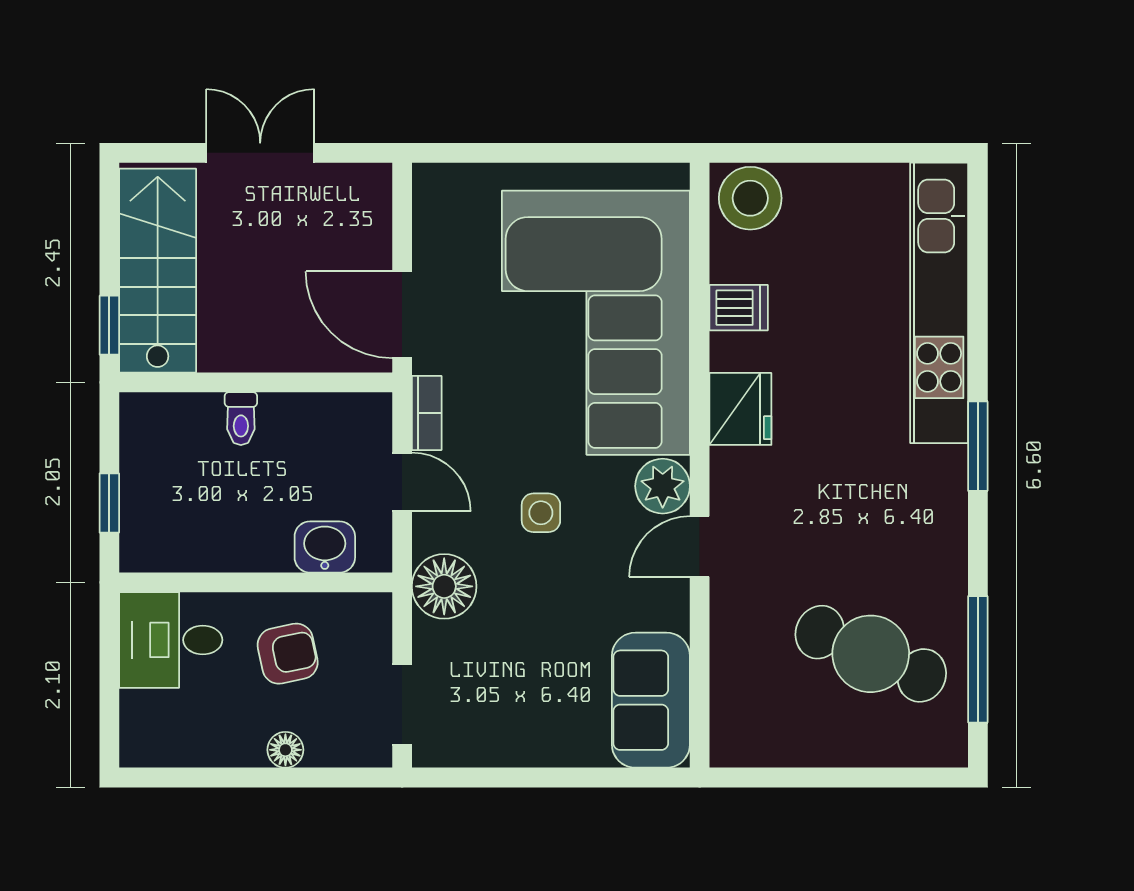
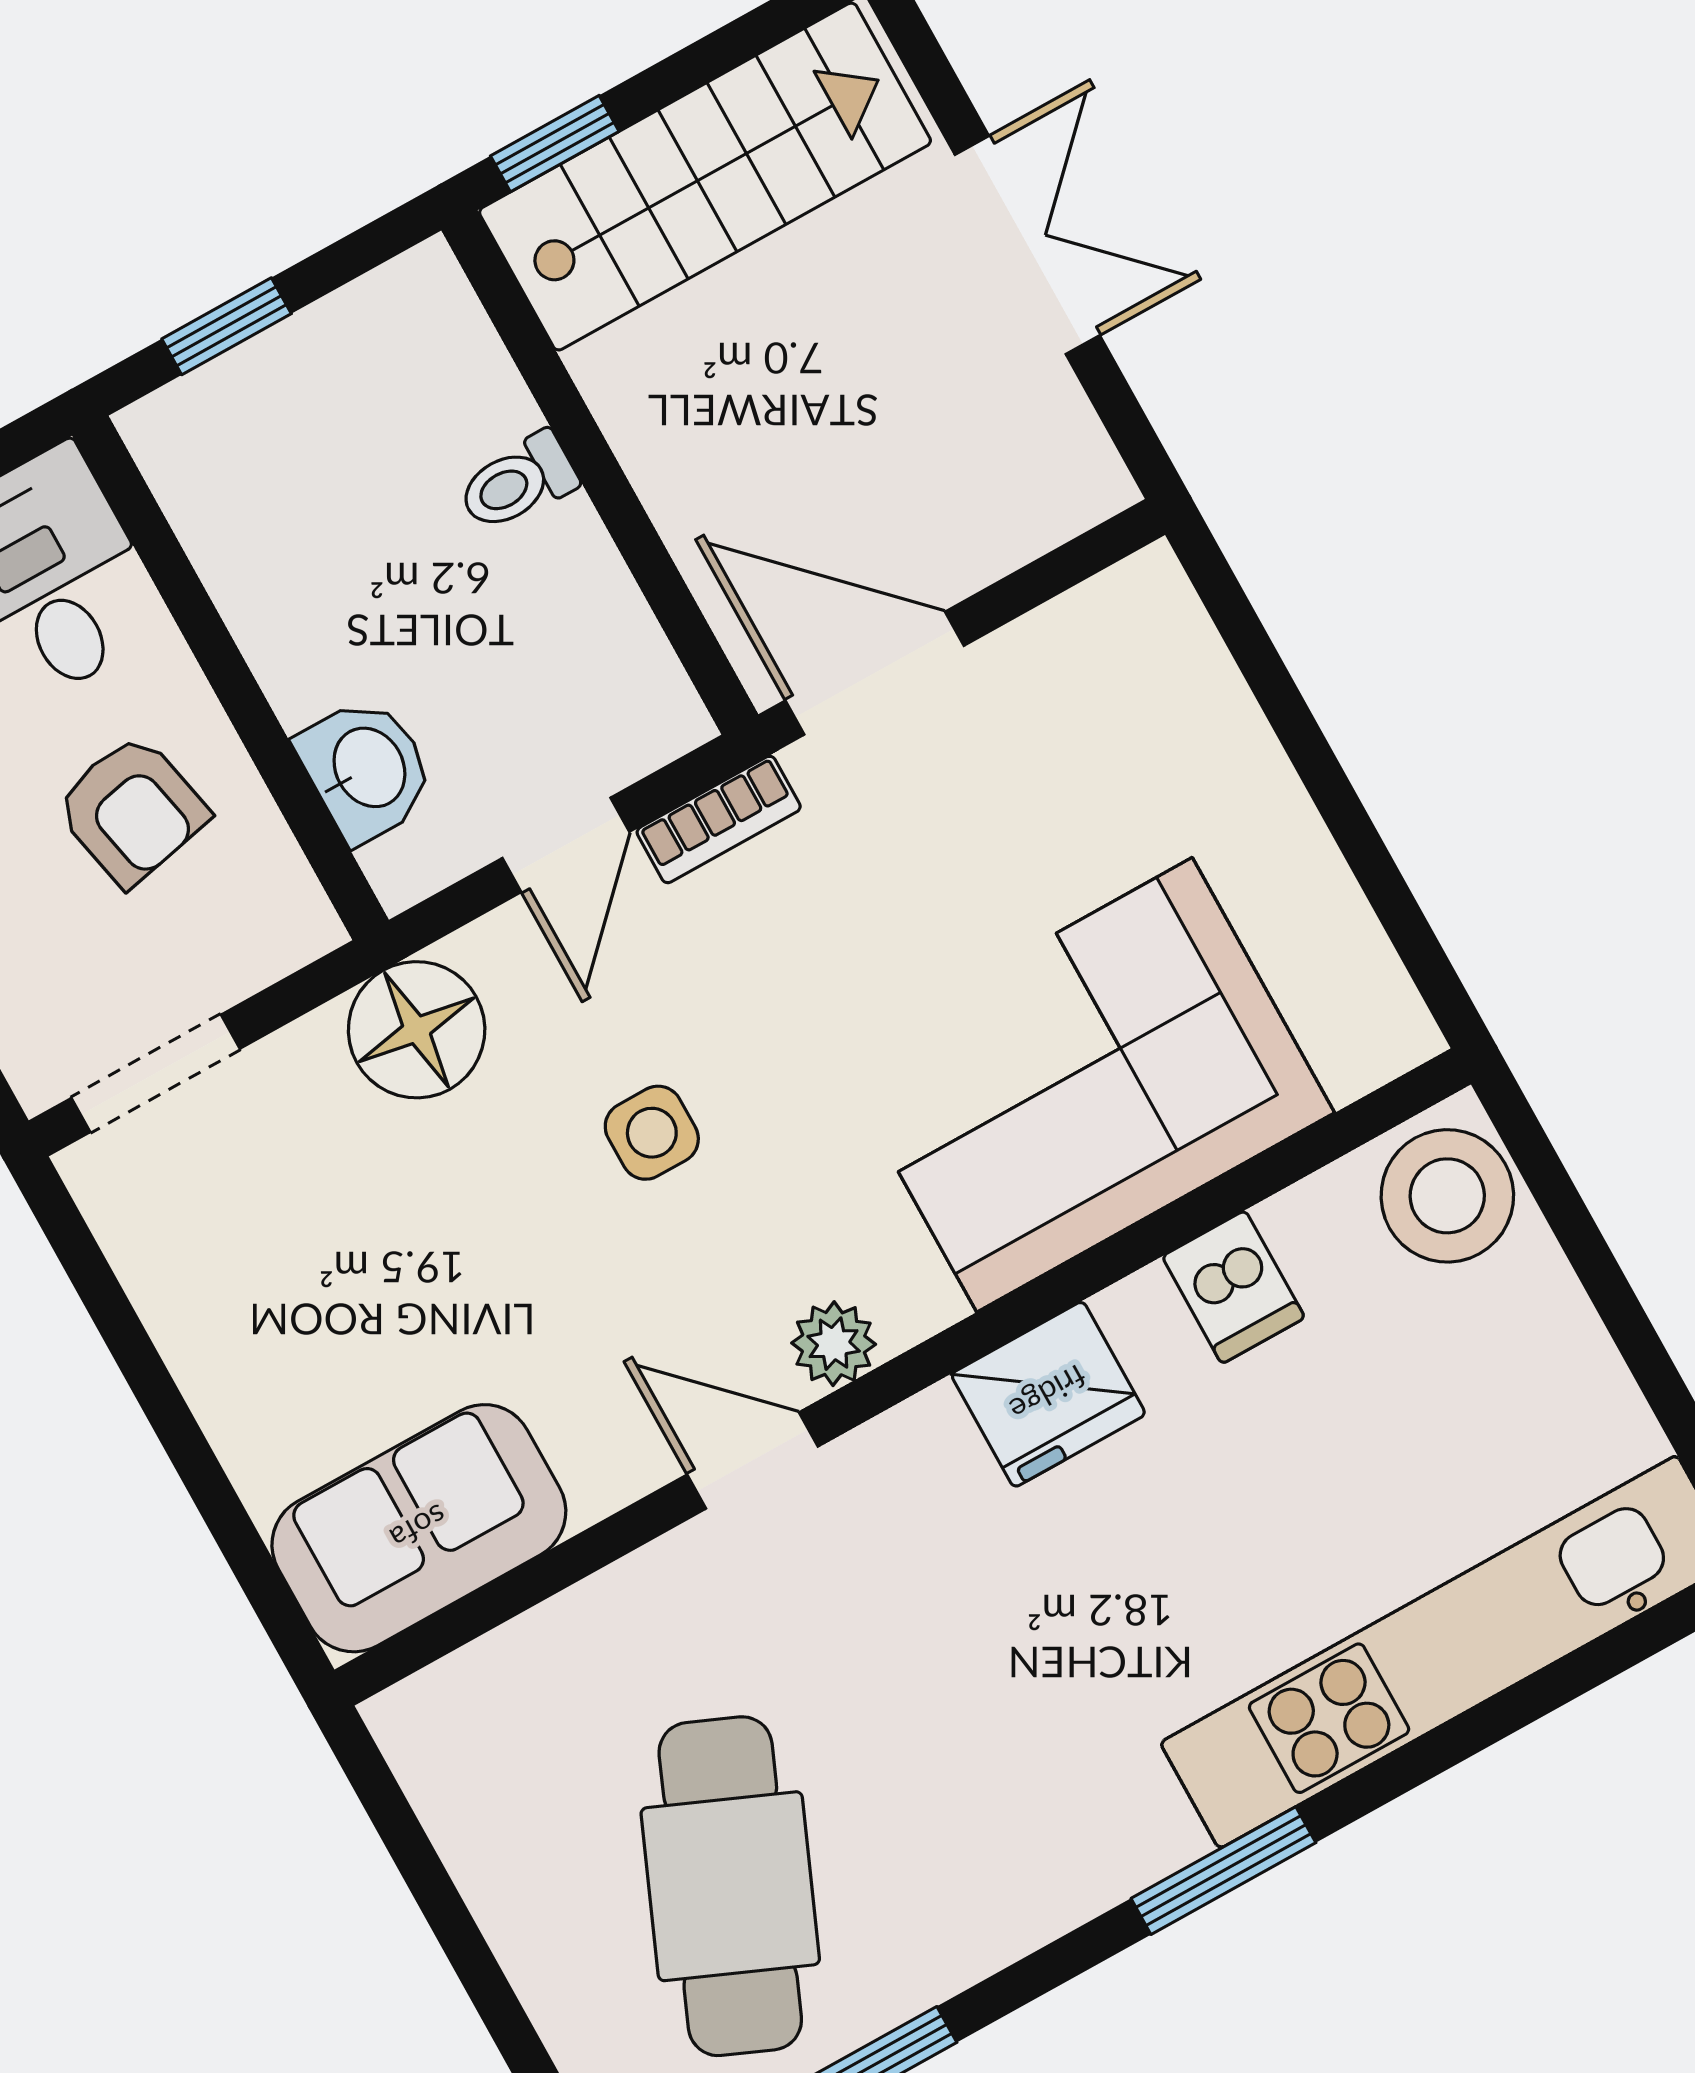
door: (402, 315) -> (875, 673), hinge flipped
corner sofa: (596, 323) -> (1084, 1085), width x0.73, depth x0.74
plant: (663, 486) -> (834, 1344), width x0.73, depth x0.73

